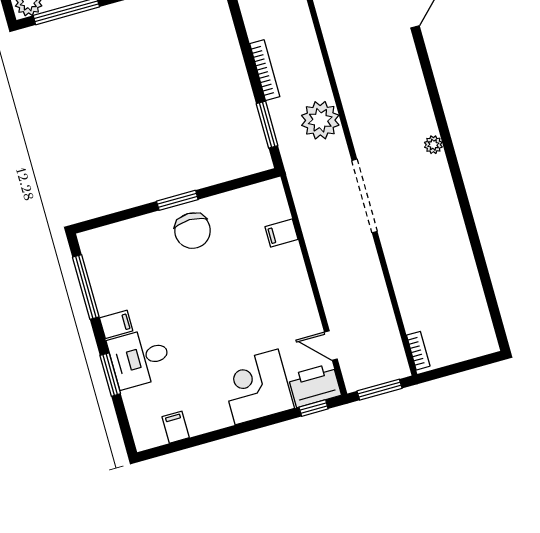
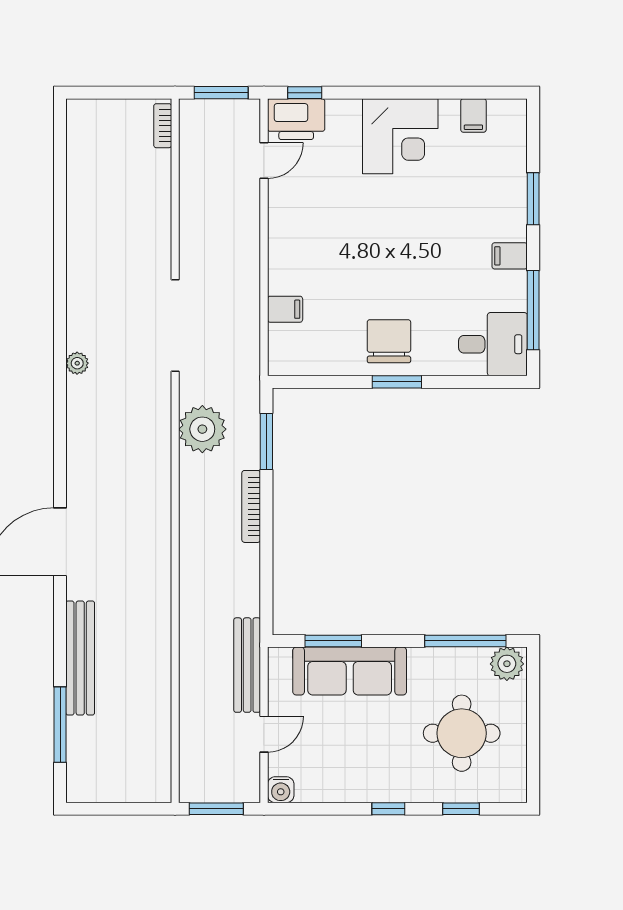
door: (331, 346) -> (264, 161), hinge flipped
desk: (140, 358) -> (493, 344), moved
corner desk: (257, 387) -> (400, 136), moved

